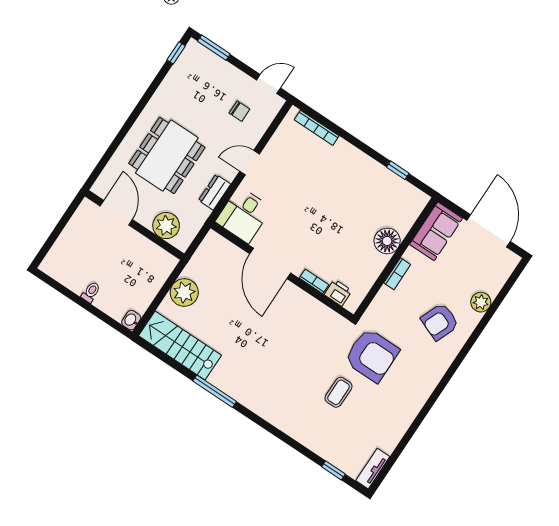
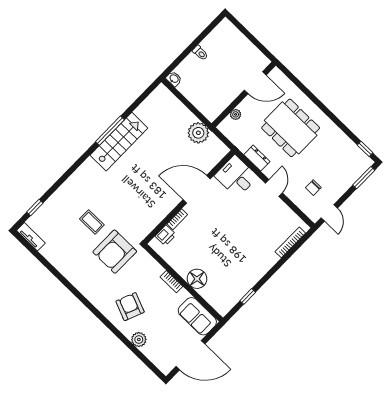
plant: (166, 226) -> (236, 114), width x0.53, depth x0.53
plant: (184, 292) -> (198, 133), moved
stairs: (180, 345) -> (119, 142), moved

